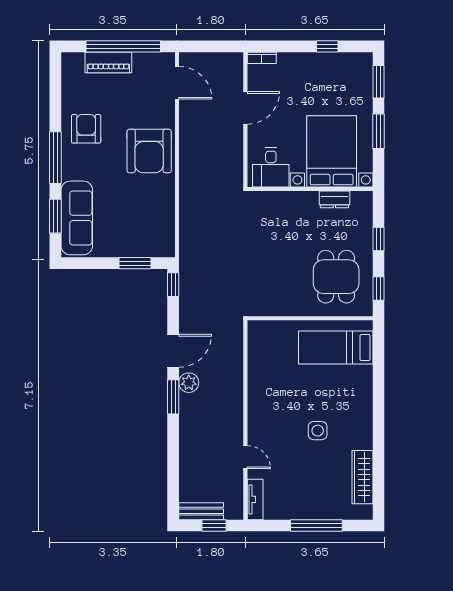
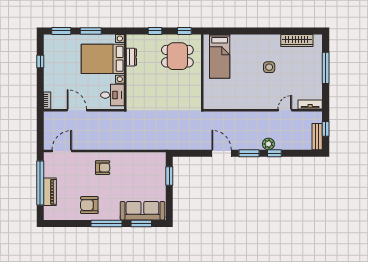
armchair: (149, 151) -> (103, 168), width x0.53, depth x0.53
window: (173, 285) -> (274, 153), moved
plant: (189, 383) -> (268, 144), moved

